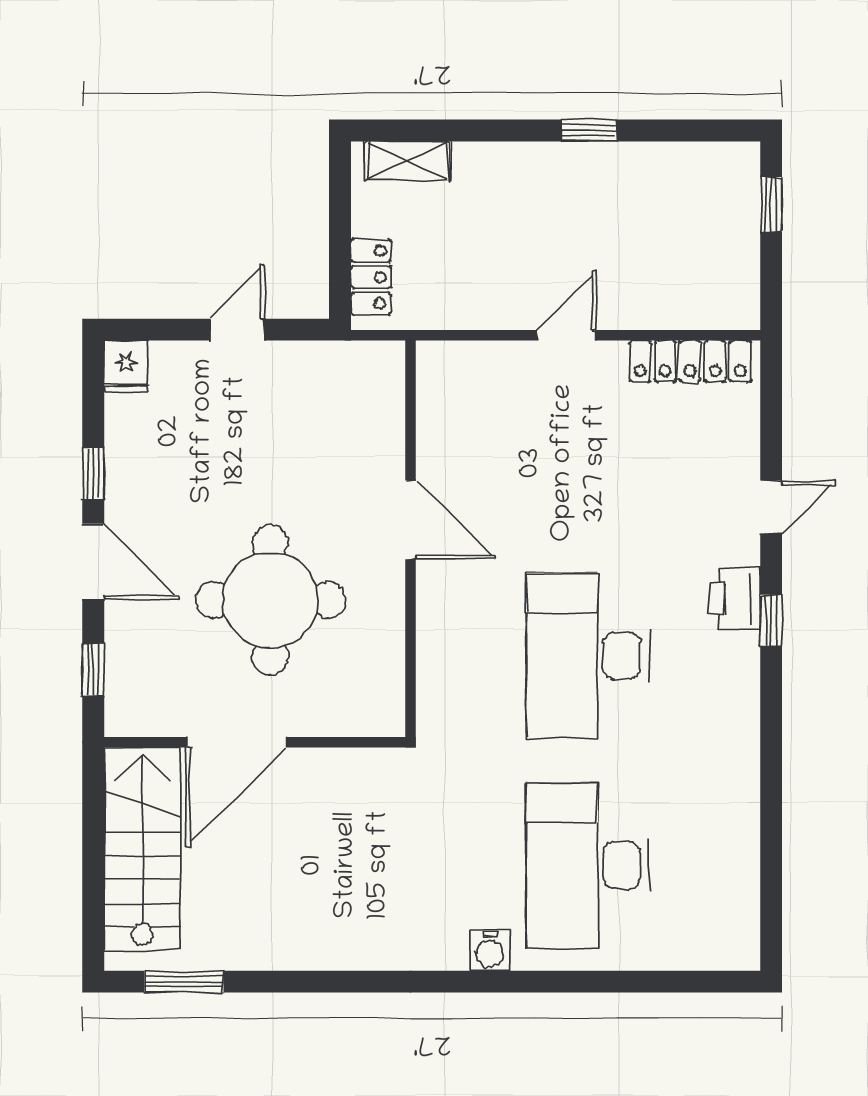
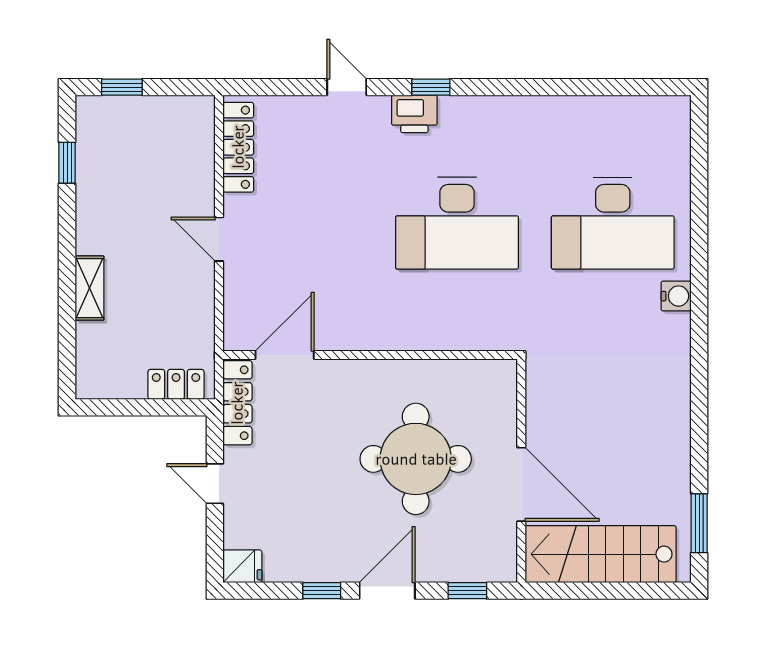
window: (589, 131) -> (67, 163), moved
shelving: (408, 161) -> (89, 288), moved
locker: (346, 360) -> (237, 403), added
door: (410, 520) -> (285, 355), moved

